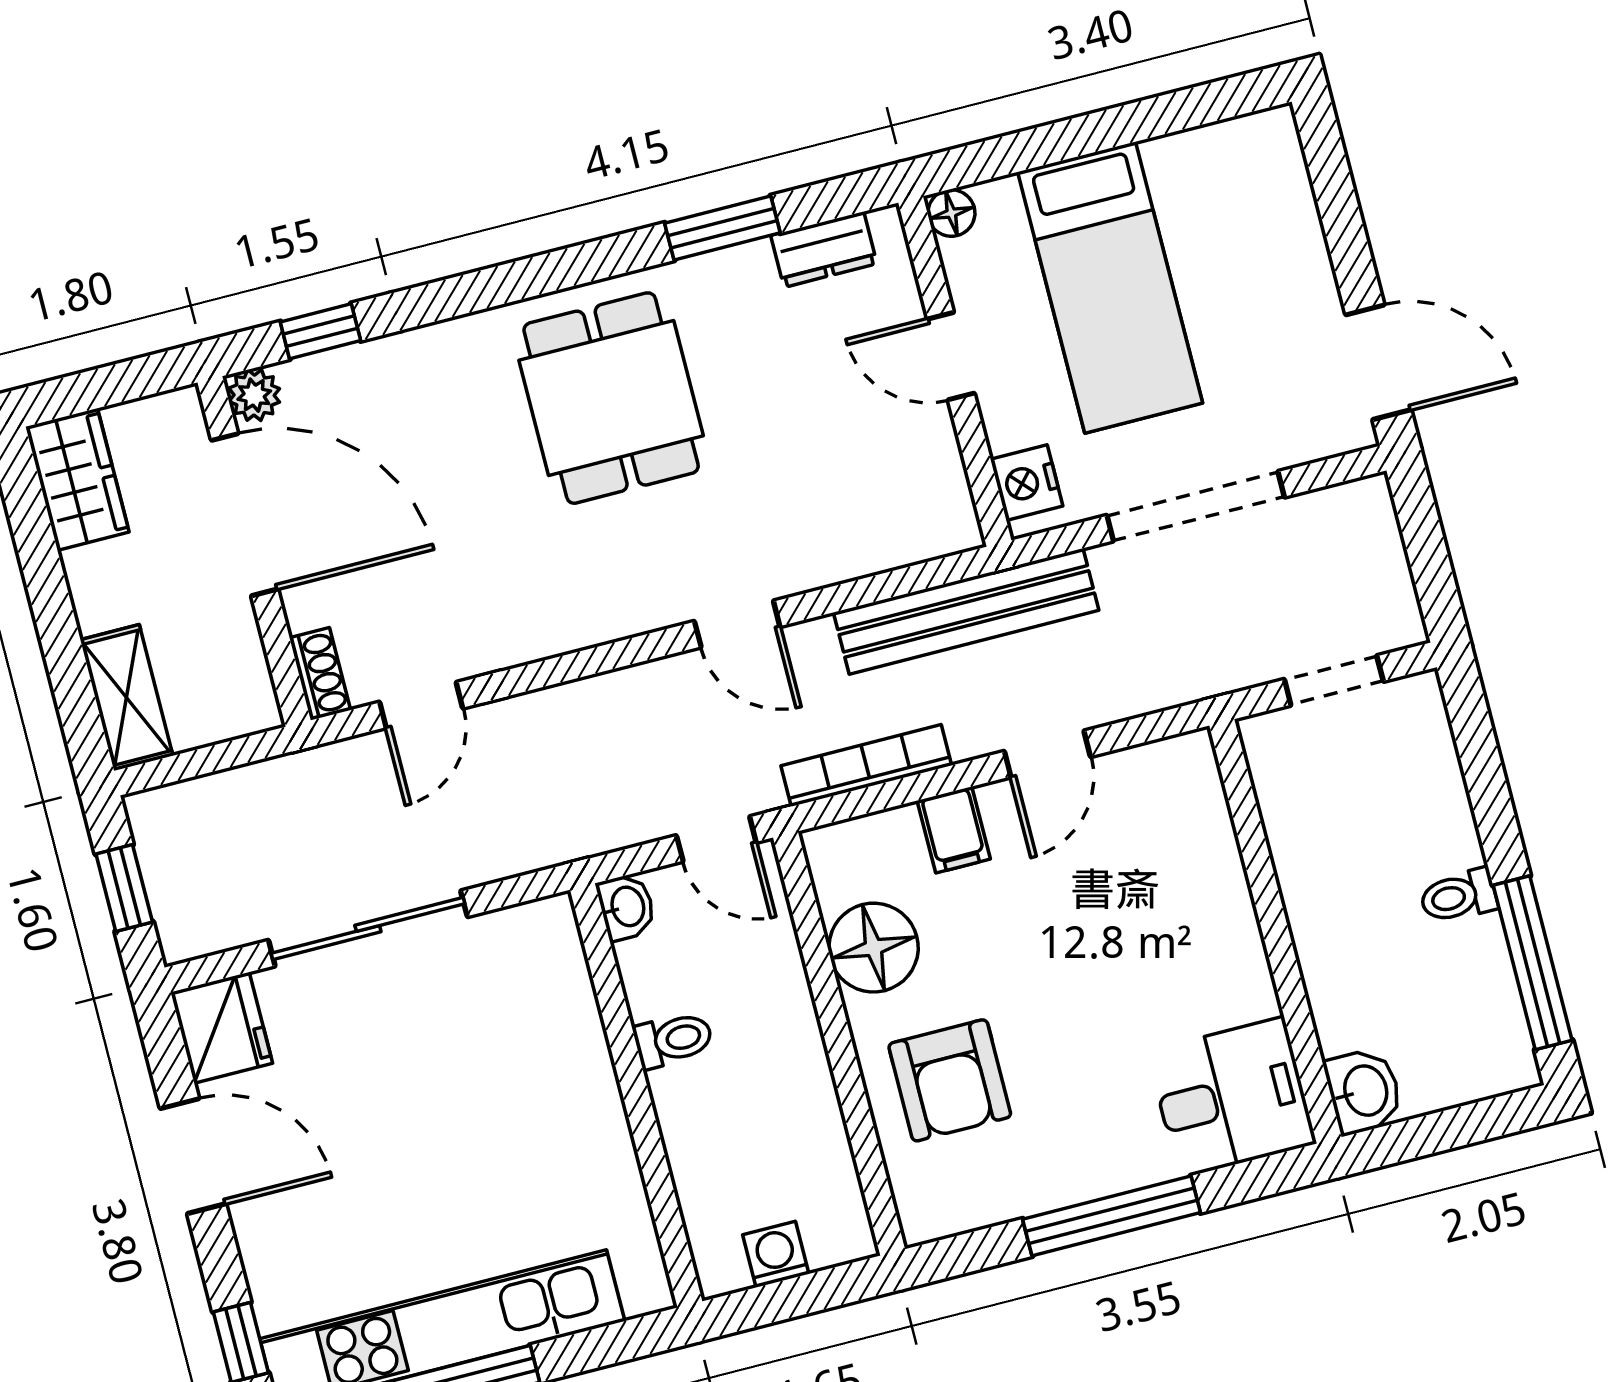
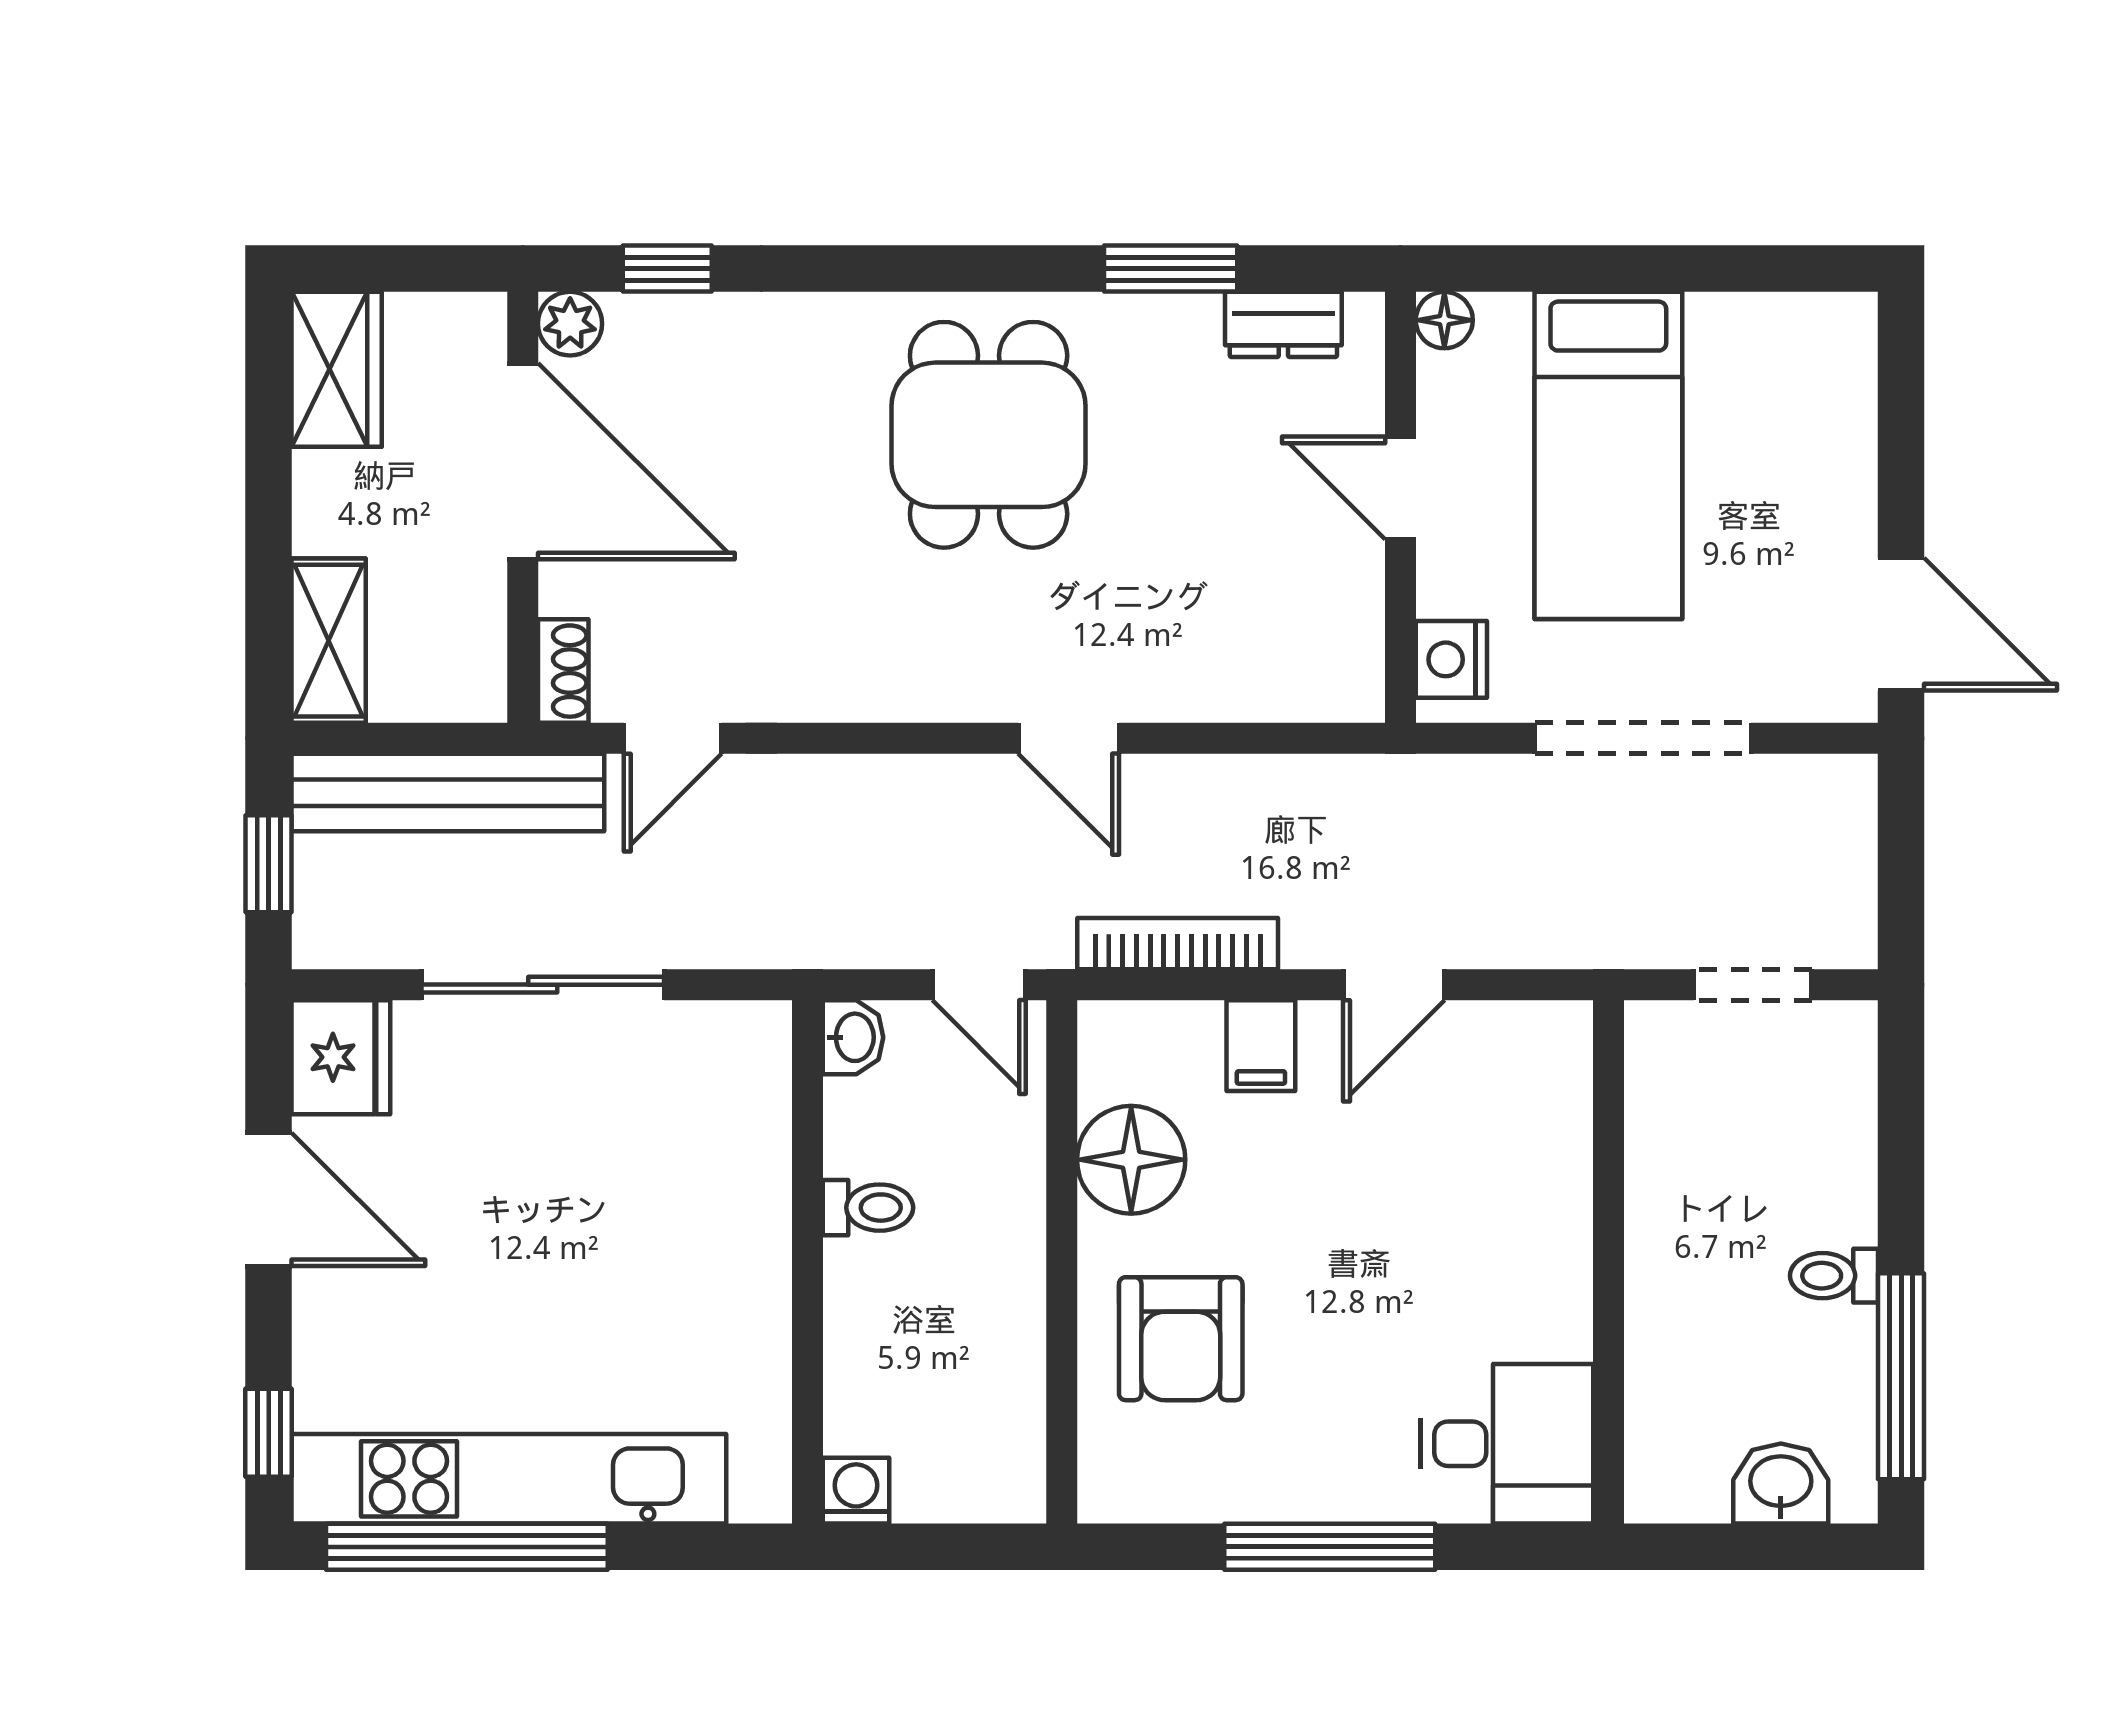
bench: (966, 611) -> (448, 793), moved
washbasin: (1364, 1091) -> (1781, 1484), moved, turned -90
washing machine: (776, 1254) -> (856, 1491), moved

